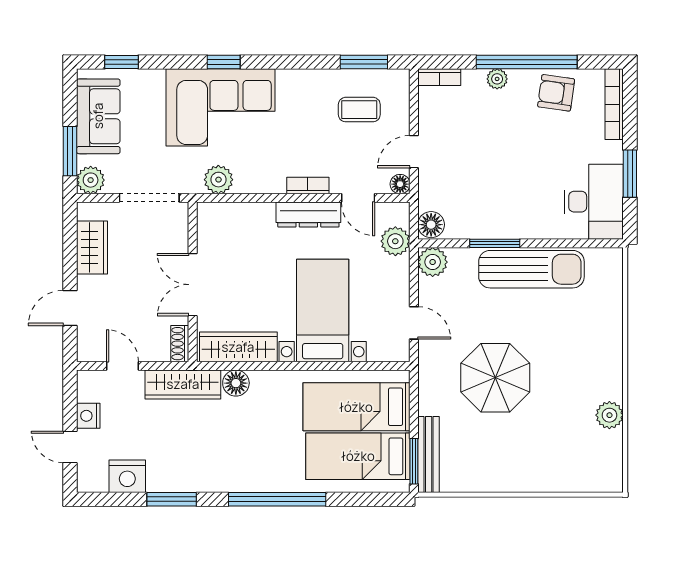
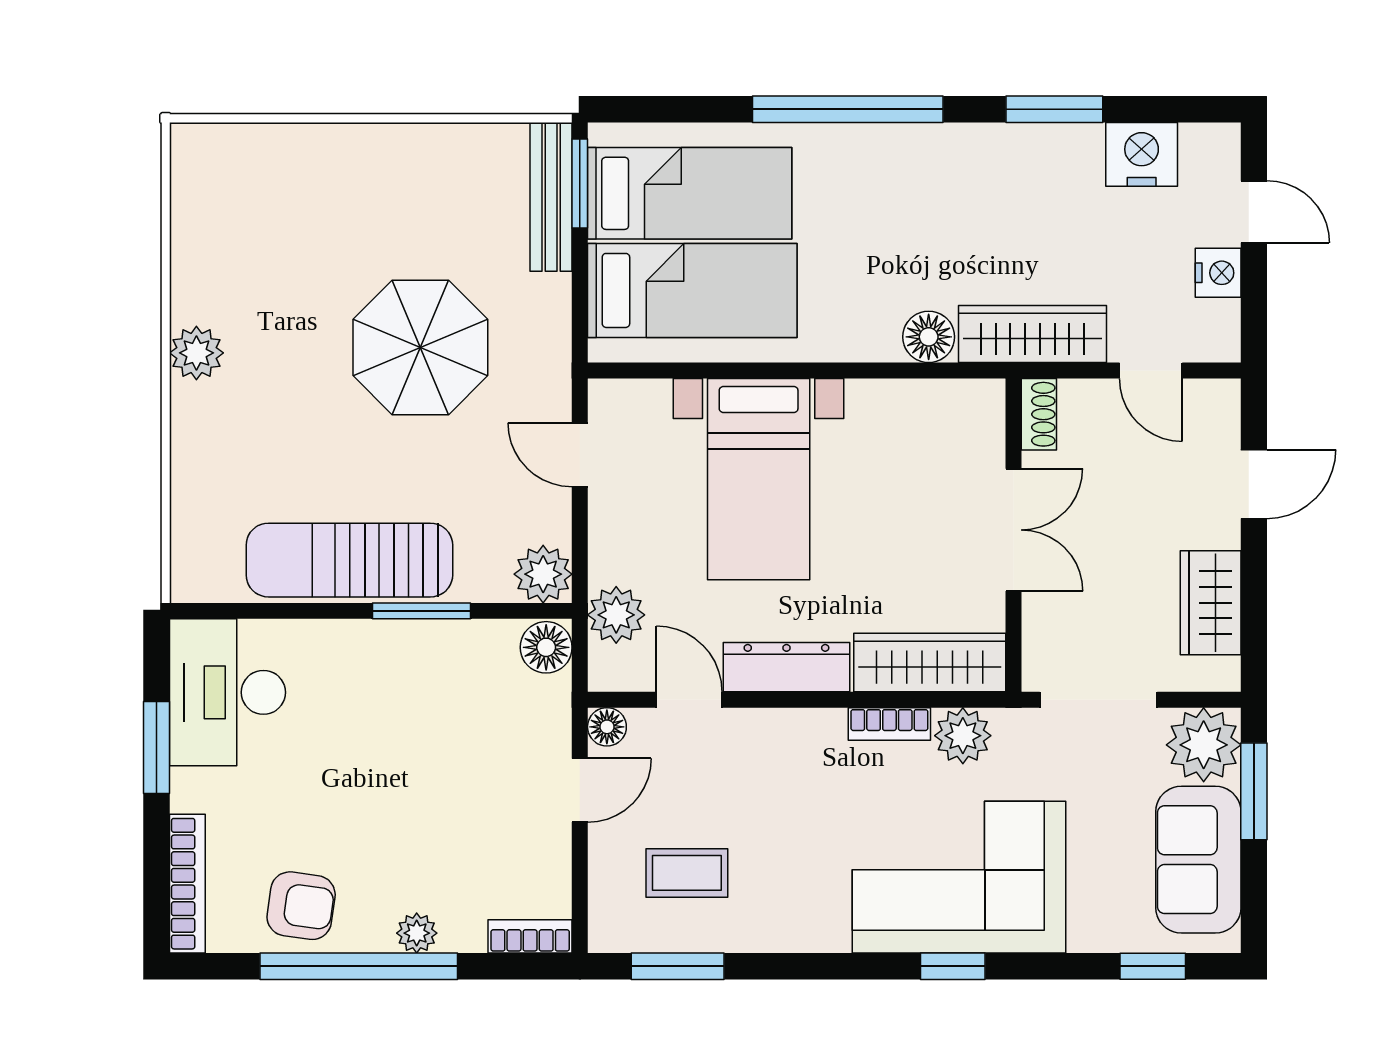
plant: (91, 180) -> (1204, 745), width x1.36, depth x1.36
bookcase: (308, 186) -> (889, 724), moved
wardrobe: (238, 347) -> (930, 662), moved, turned 180
plant: (609, 415) -> (196, 353), moved

